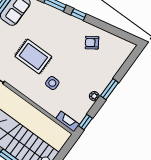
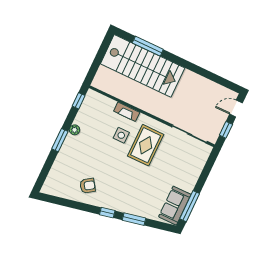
rug: (33, 56) -> (146, 145), moved, turned 90
fireplace: (68, 121) -> (127, 112), moved

